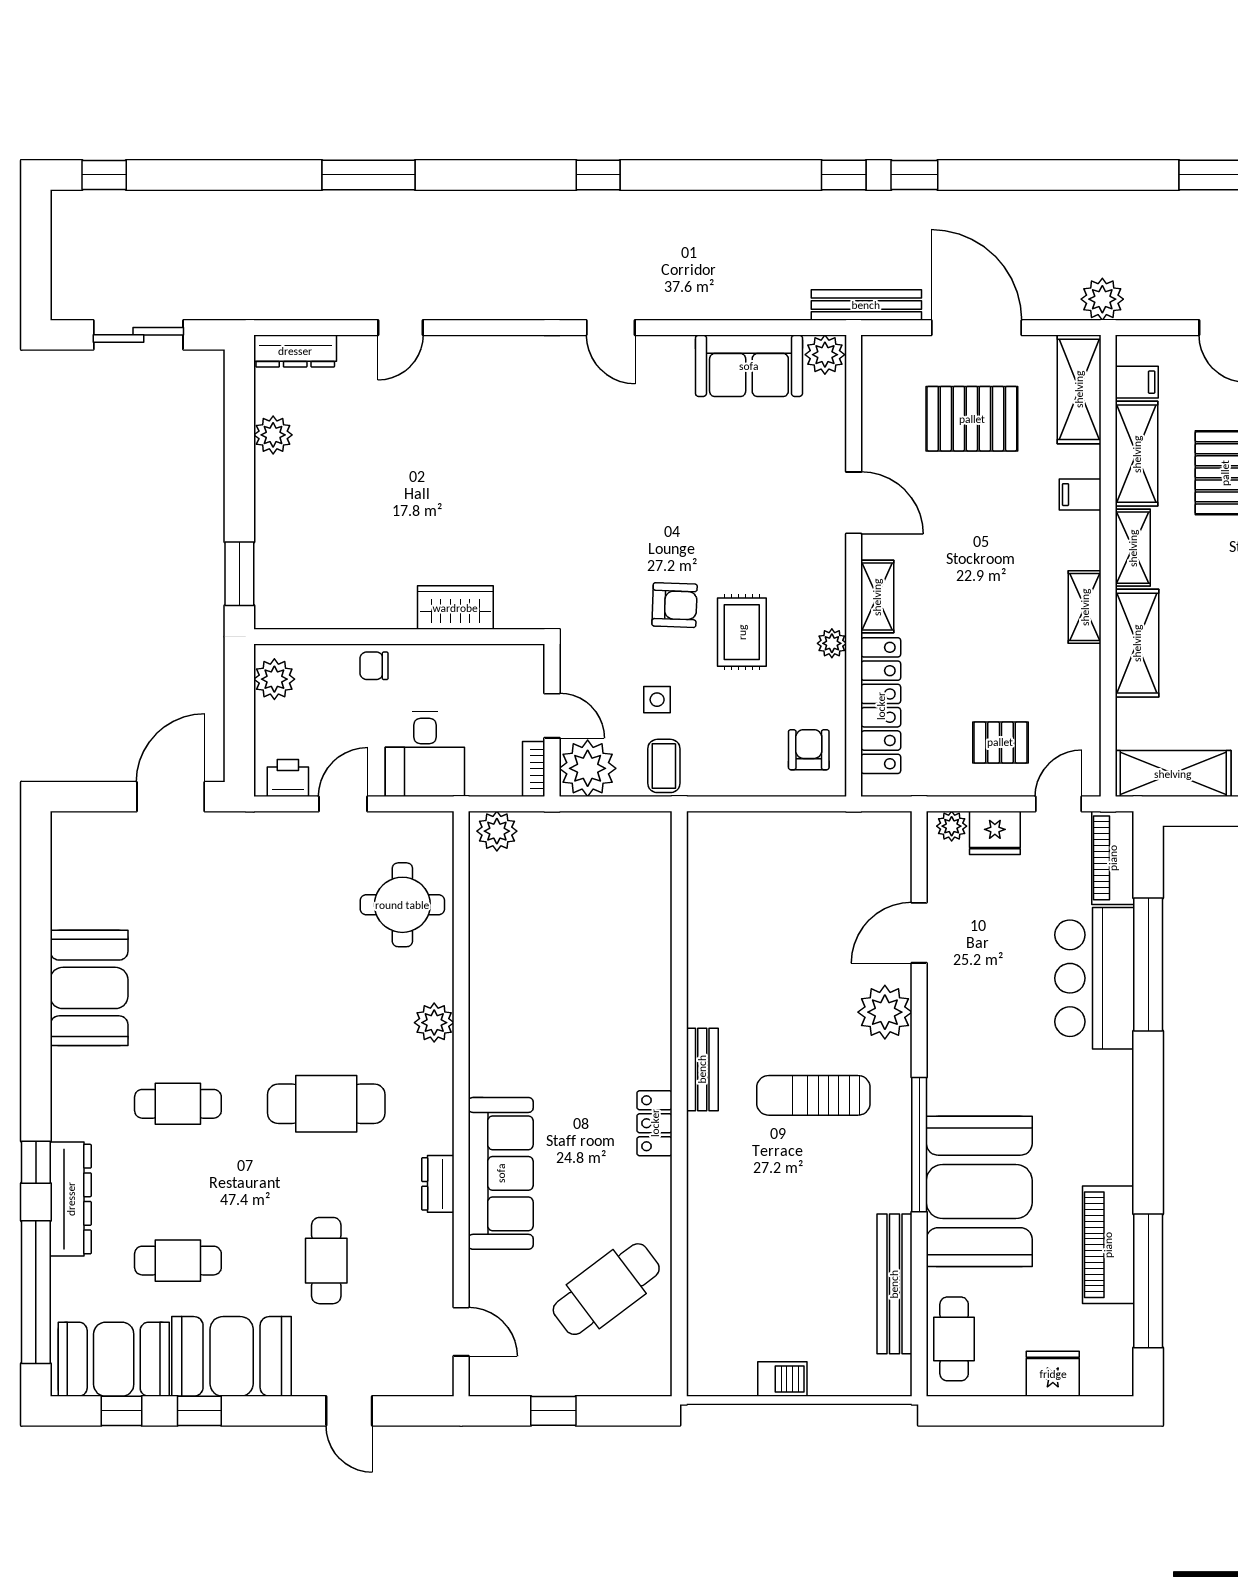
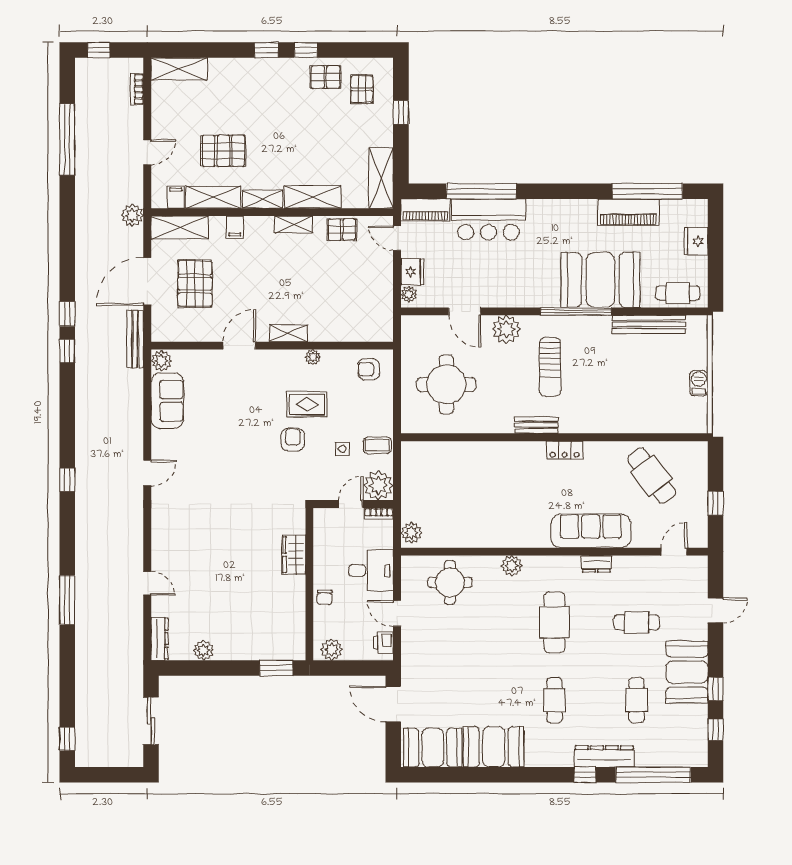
locker: (881, 706) -> (346, 331), removed
pallet: (1000, 742) -> (342, 230), moved, turned 90
round table: (780, 898) -> (446, 385), added
booth: (114, 1359) -> (433, 748), moved, turned 90

